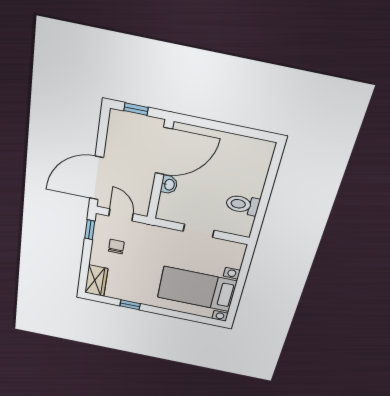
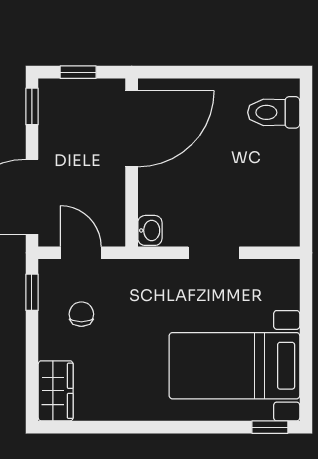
window: (104, 125) -> (32, 106), added
washbasin: (169, 185) -> (150, 230), moved
toilet: (243, 205) -> (274, 112), moved
window: (130, 305) -> (270, 427), moved

